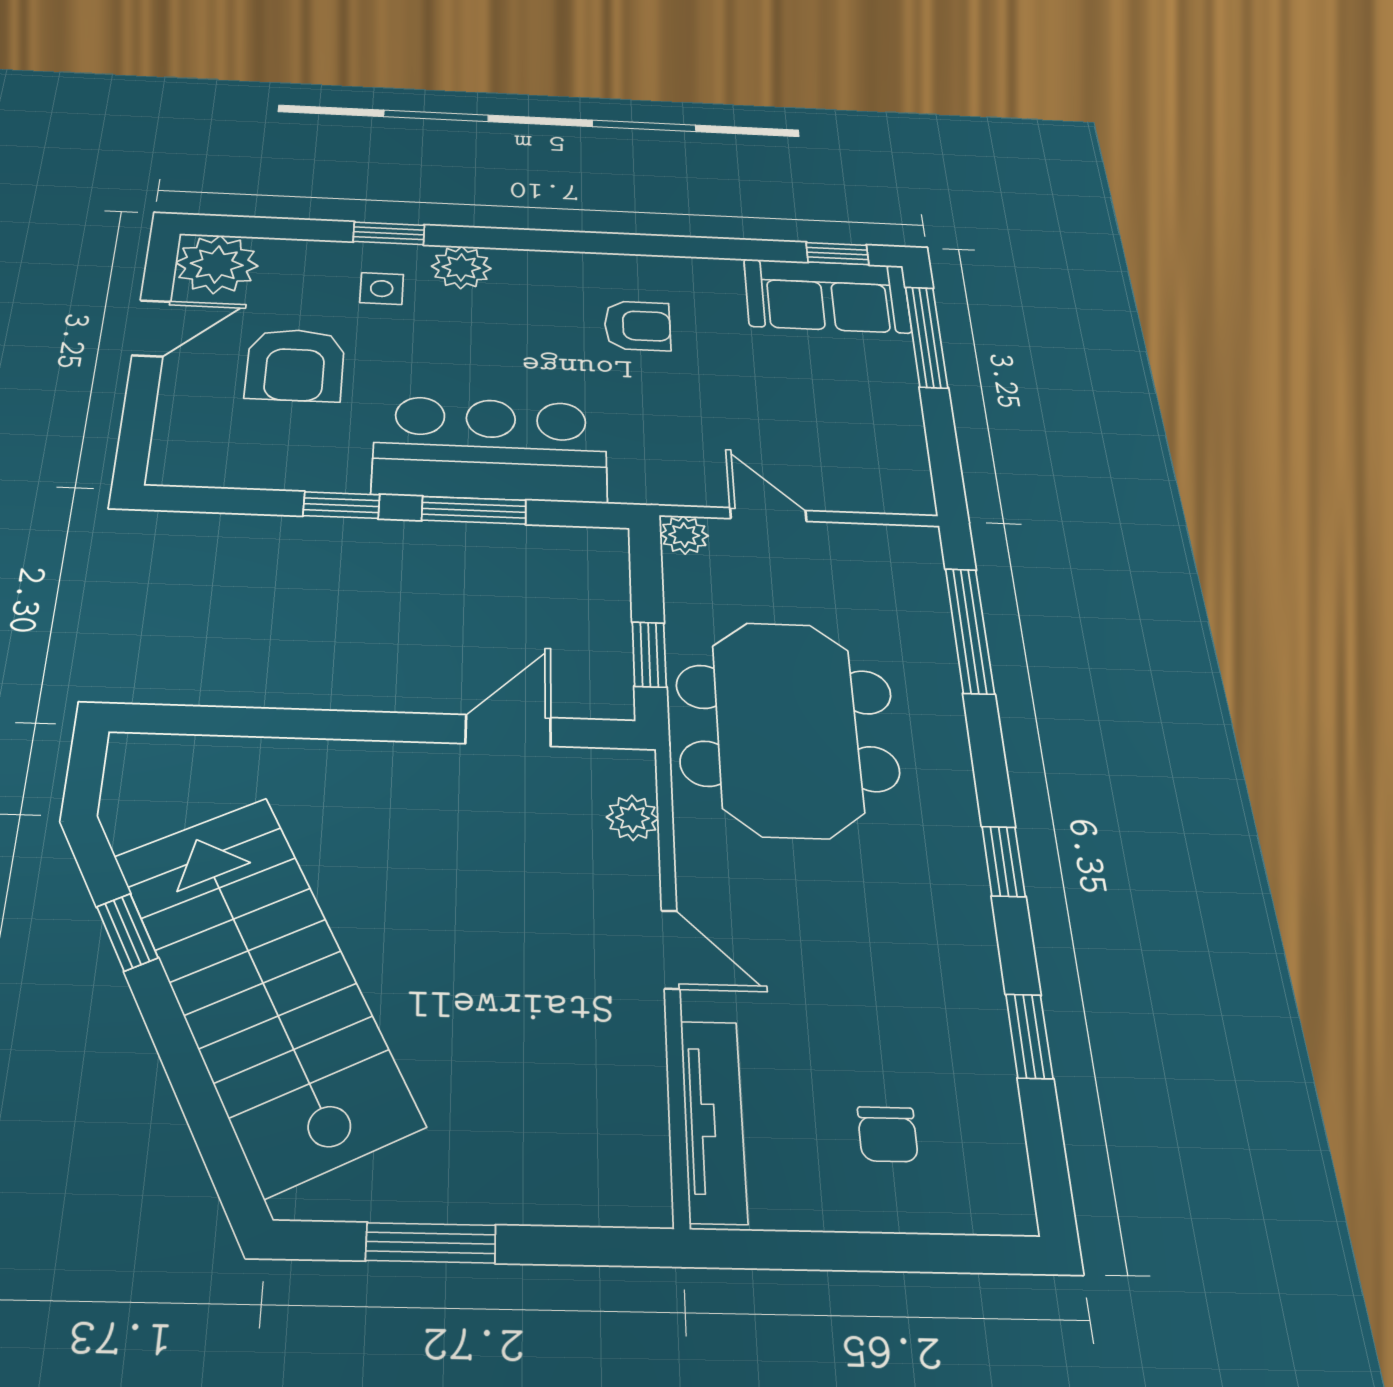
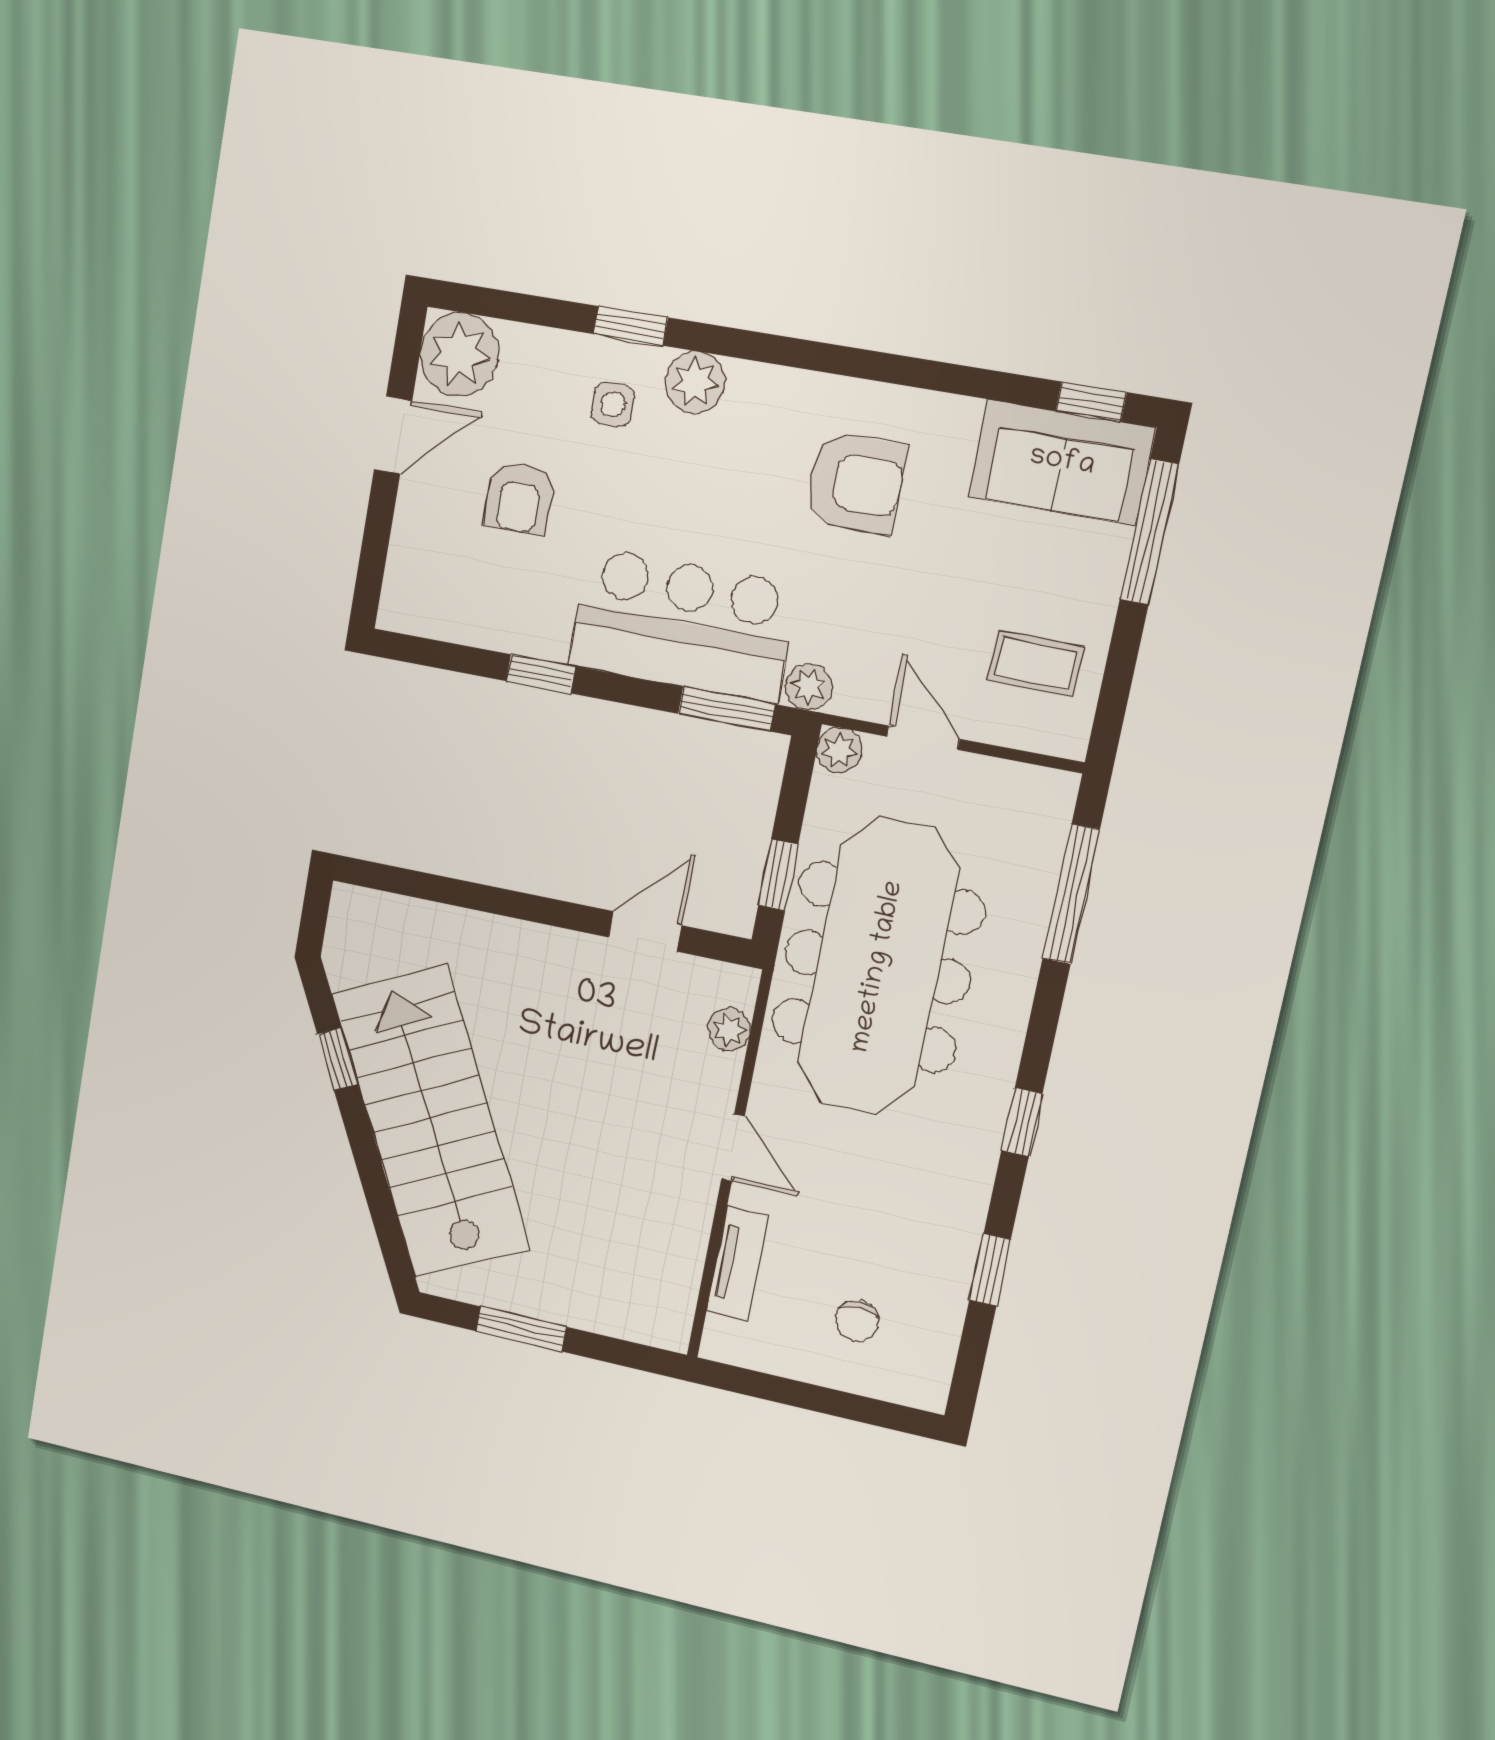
armchair: (637, 326) -> (855, 483), width x1.38, depth x1.38
armchair: (295, 365) -> (519, 498), width x0.72, depth x0.72
coffee table: (859, 443) -> (1035, 664), added
plant: (636, 486) -> (809, 687), added
window: (474, 510) -> (727, 709), moved
meeting table: (787, 728) -> (878, 967), width x1.36
tv unit: (713, 1120) -> (737, 1264), width x0.71

